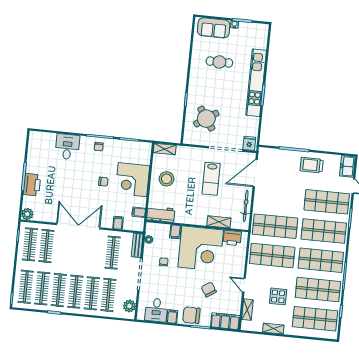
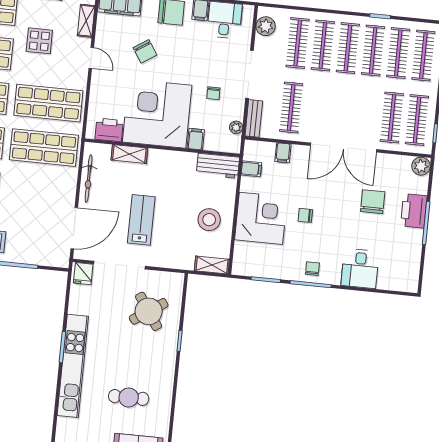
chair: (59, 191) -> (373, 202), added

